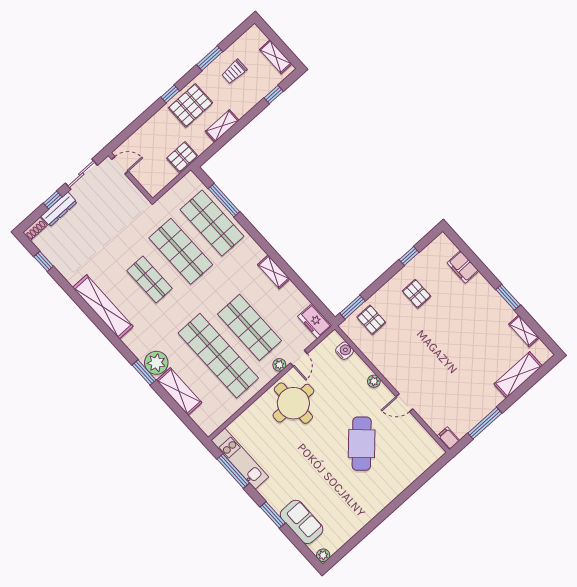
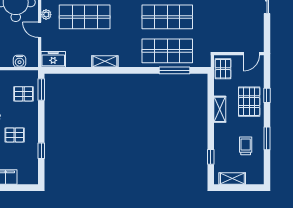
door: (120, 165) -> (251, 54), moved
wall: (130, 177) -> (239, 54), moved

